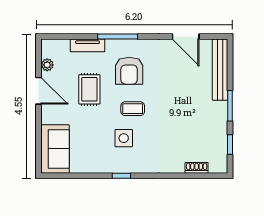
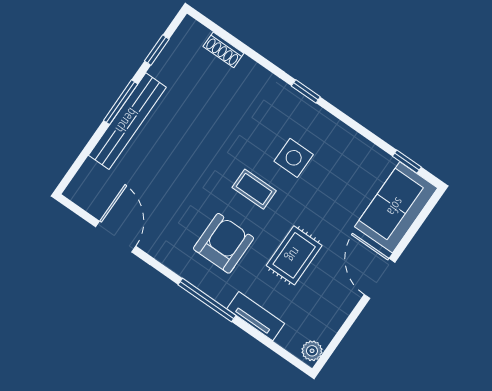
plant: (47, 65) -> (312, 351), moved
bench: (220, 70) -> (127, 121), moved
door: (39, 91) -> (380, 278), moved
window: (66, 176) -> (407, 162), added
window: (121, 176) -> (306, 91), moved

